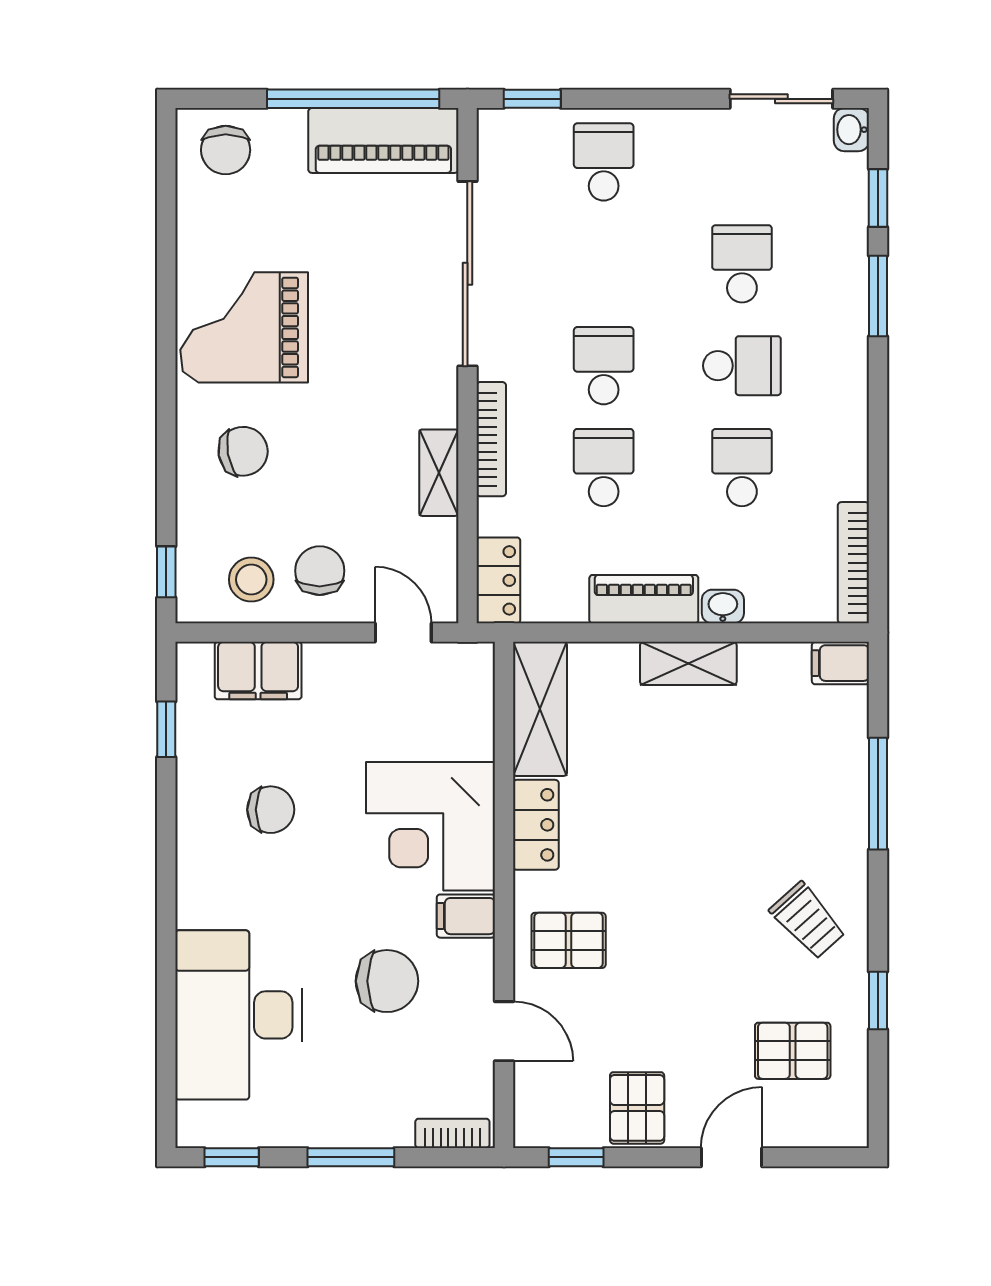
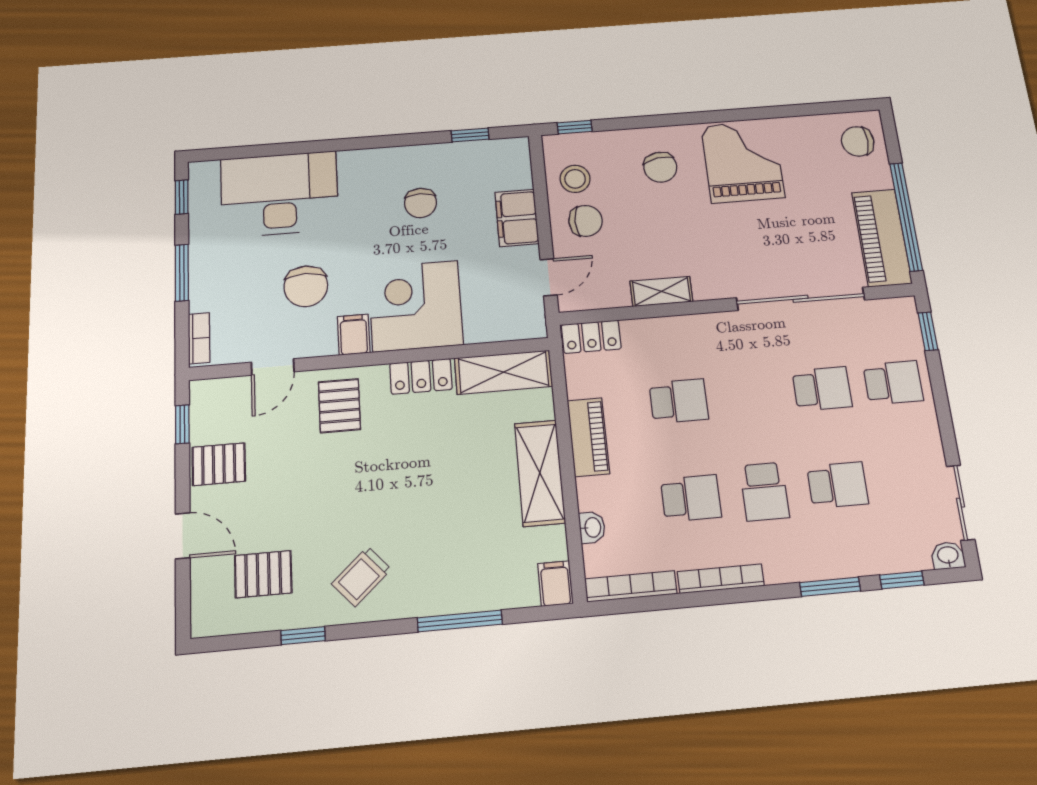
school desk: (604, 366) -> (822, 389), moved
bookcase: (491, 439) -> (721, 579), moved, turned 180
washbasin: (723, 607) -> (592, 527), moved
shelving: (688, 663) -> (540, 473), width x1.50, depth x1.33
filing cabinet: (258, 671) -> (517, 218), moved
pallet: (793, 1051) -> (263, 574), turned 90

